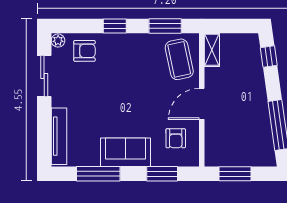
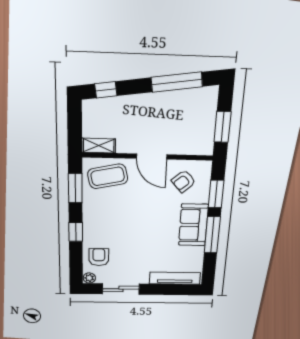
armchair: (176, 138) -> (184, 181), turned 139
window: (98, 174) -> (212, 235), moved

